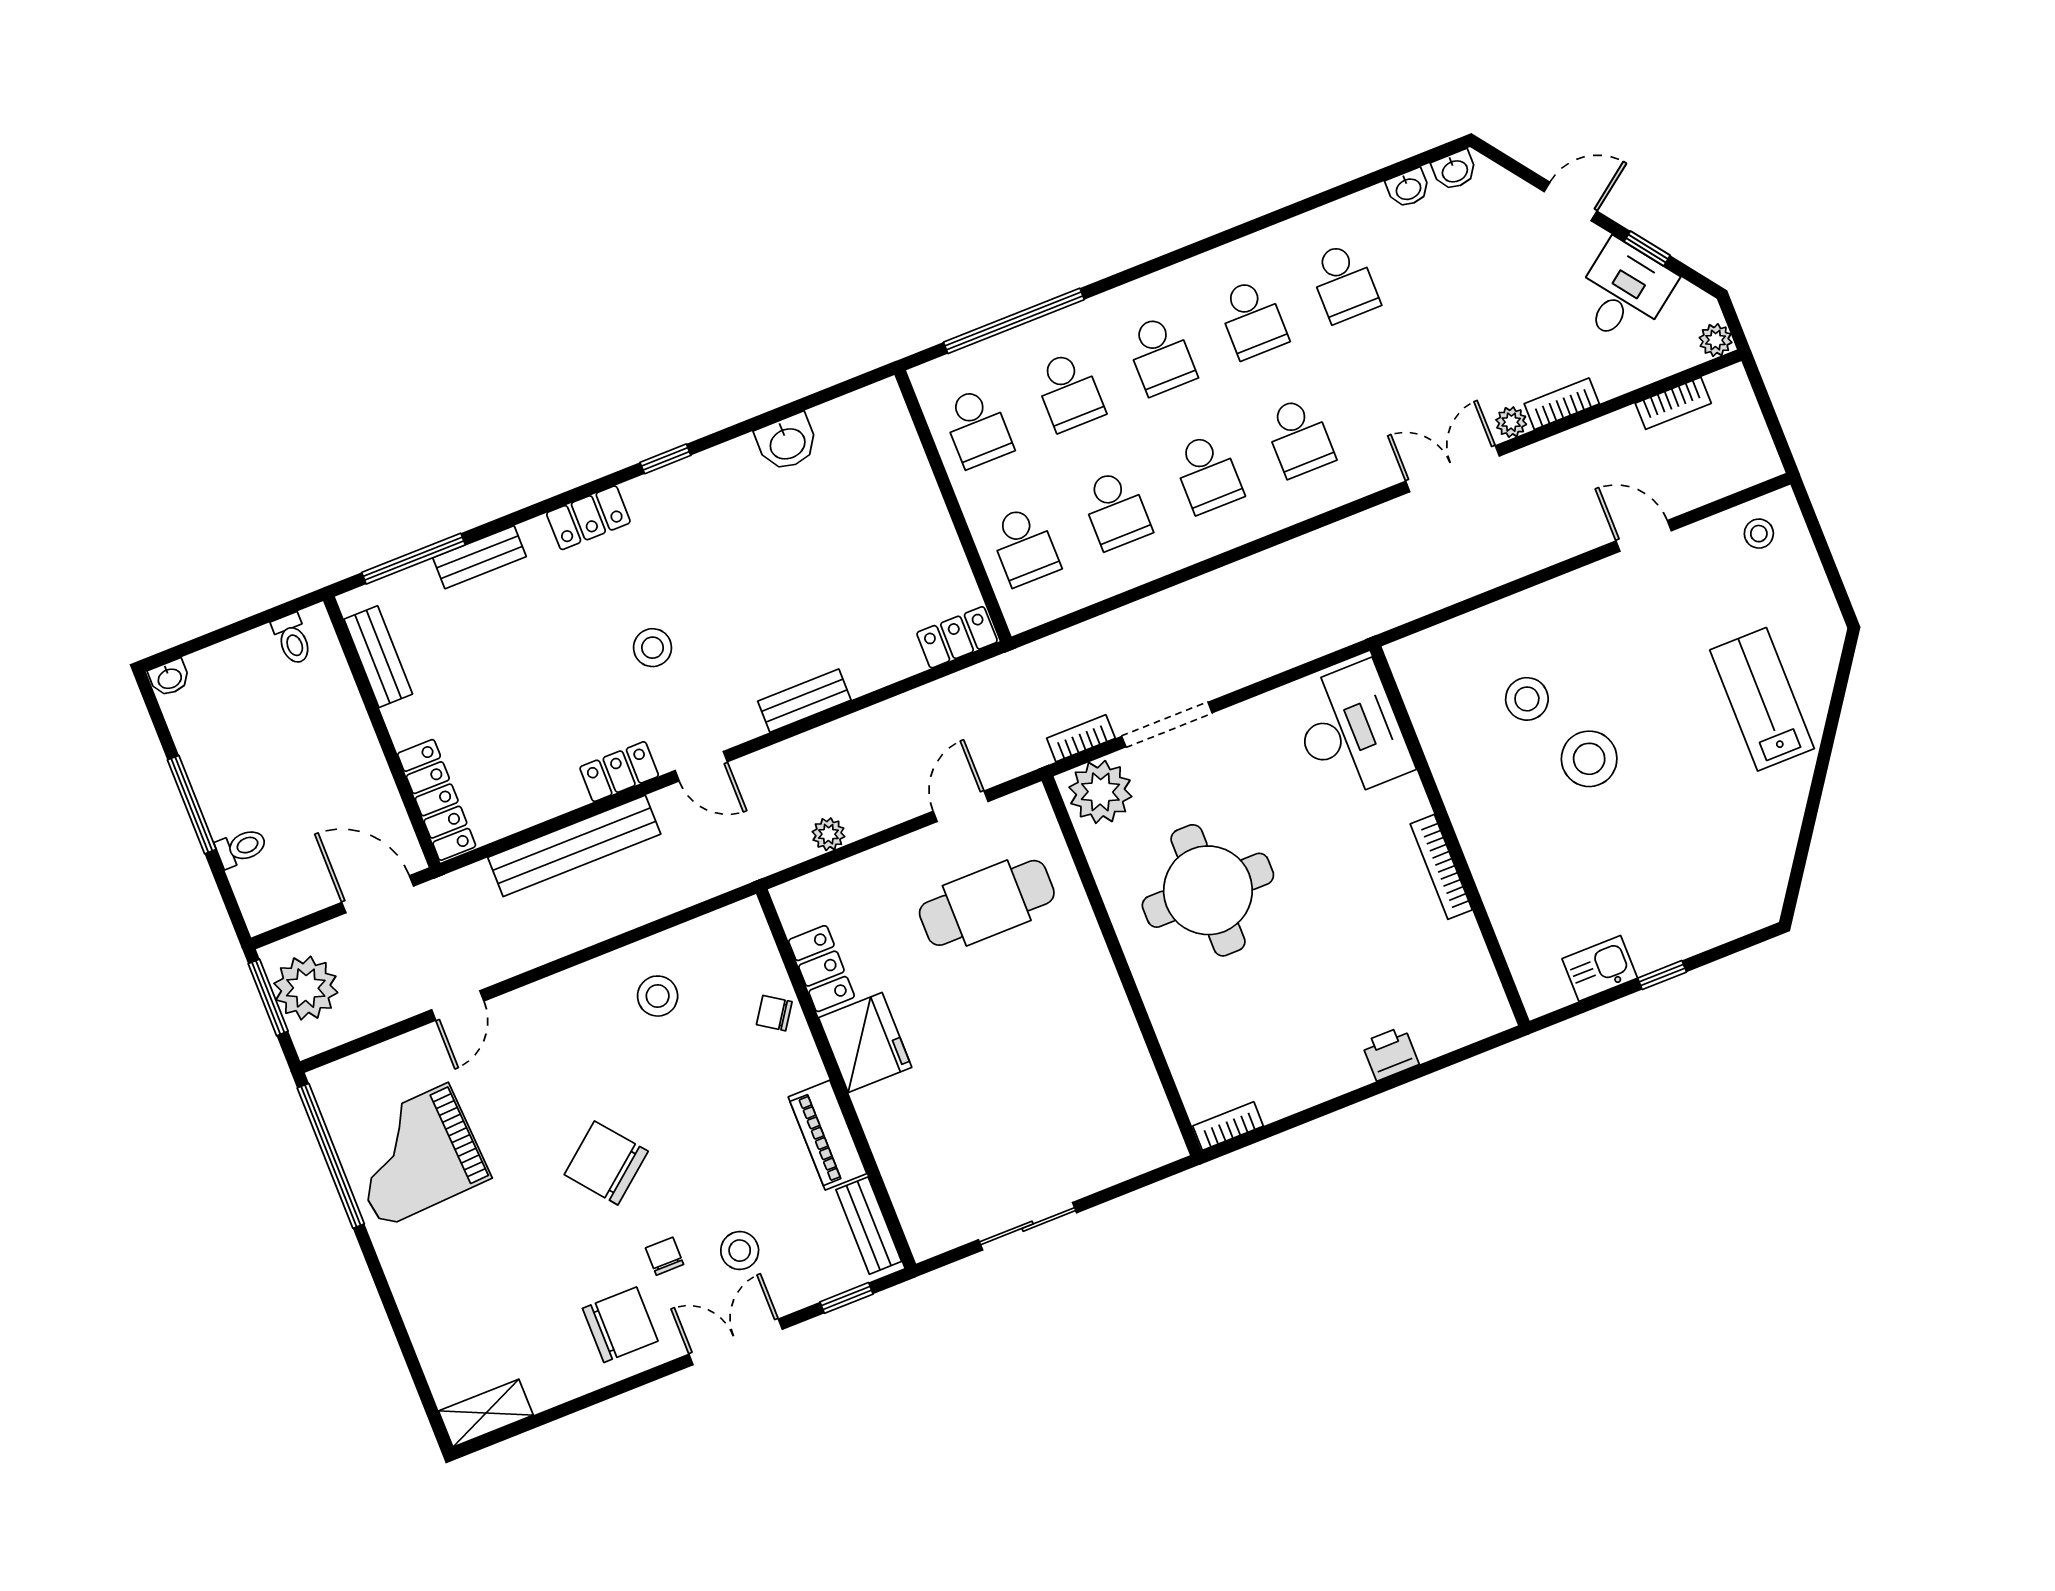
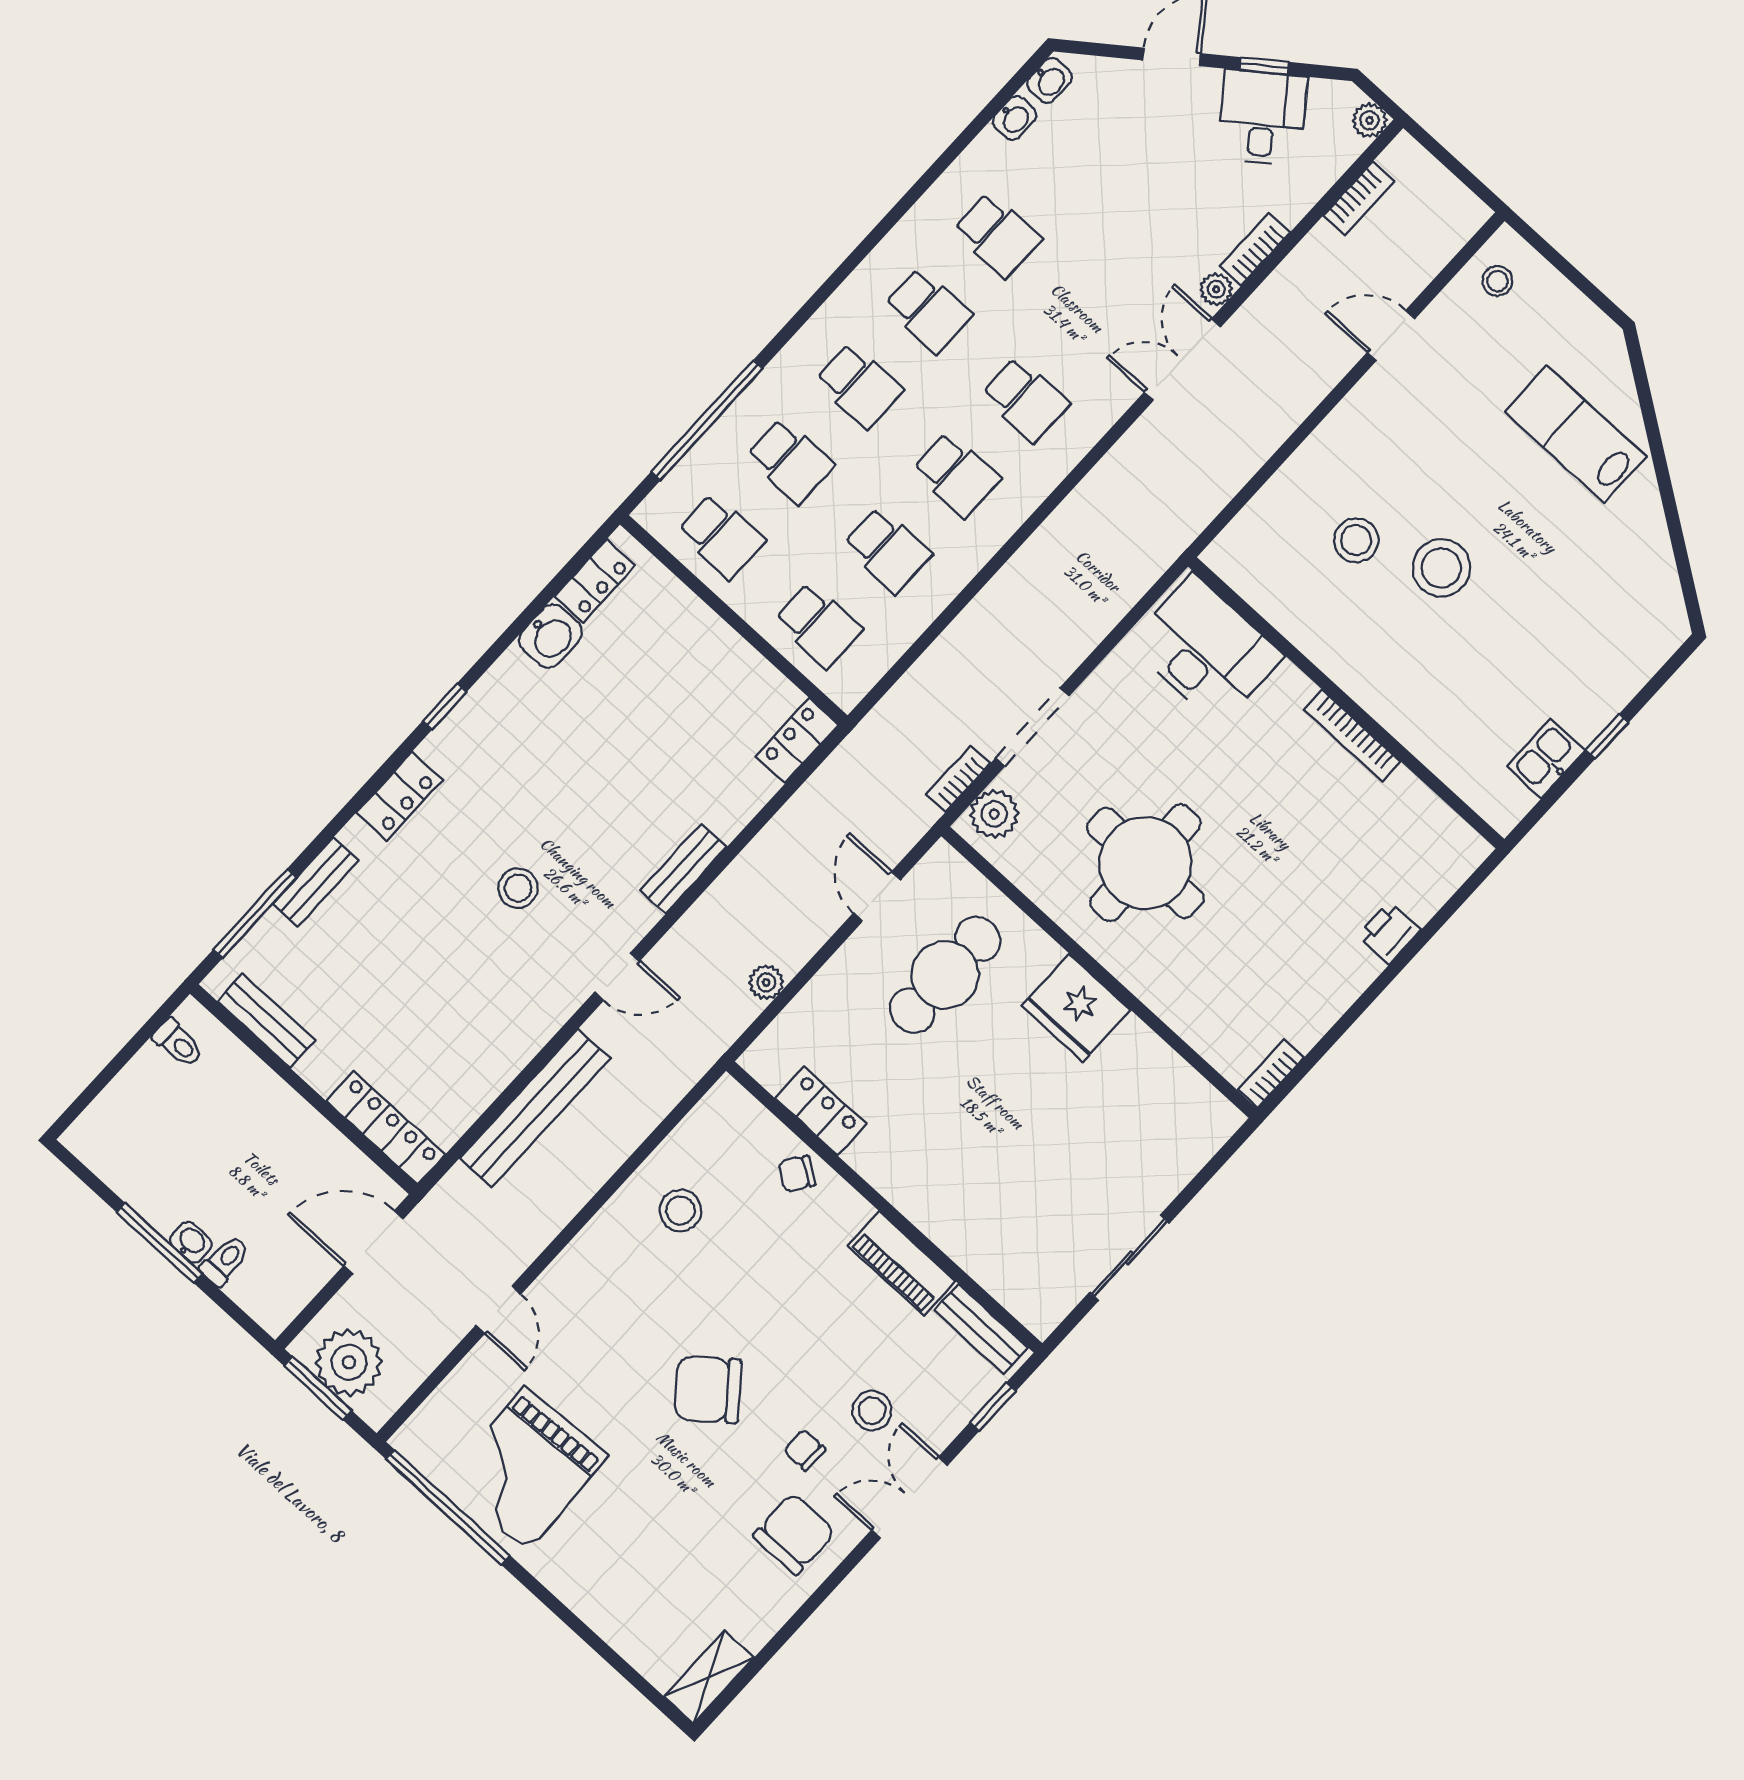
washbasin: (169, 678) -> (191, 1242), moved, turned -90
locker: (619, 772) -> (595, 581), moved, turned 180
plant: (1100, 792) -> (994, 814), width x0.73, depth x0.73
fridge: (865, 1042) -> (1076, 1008), moved, turned 180

